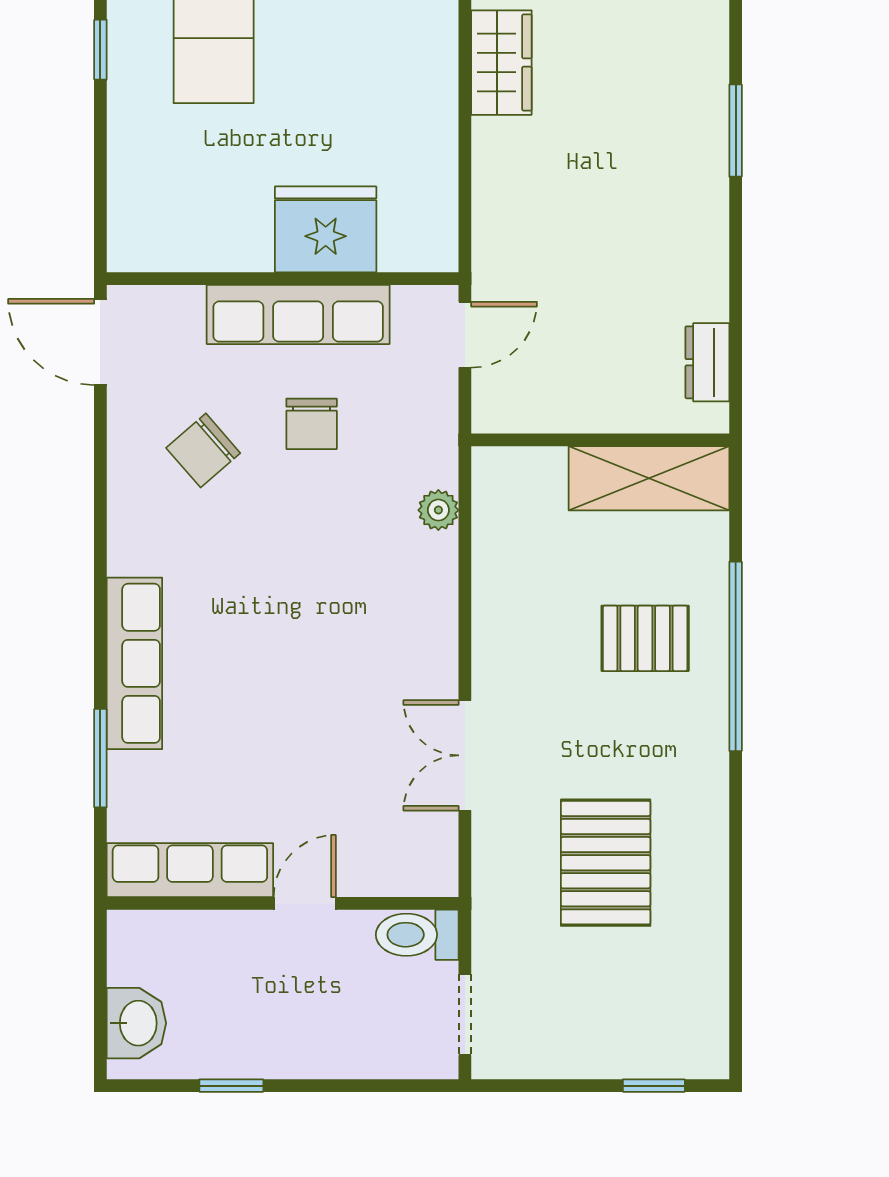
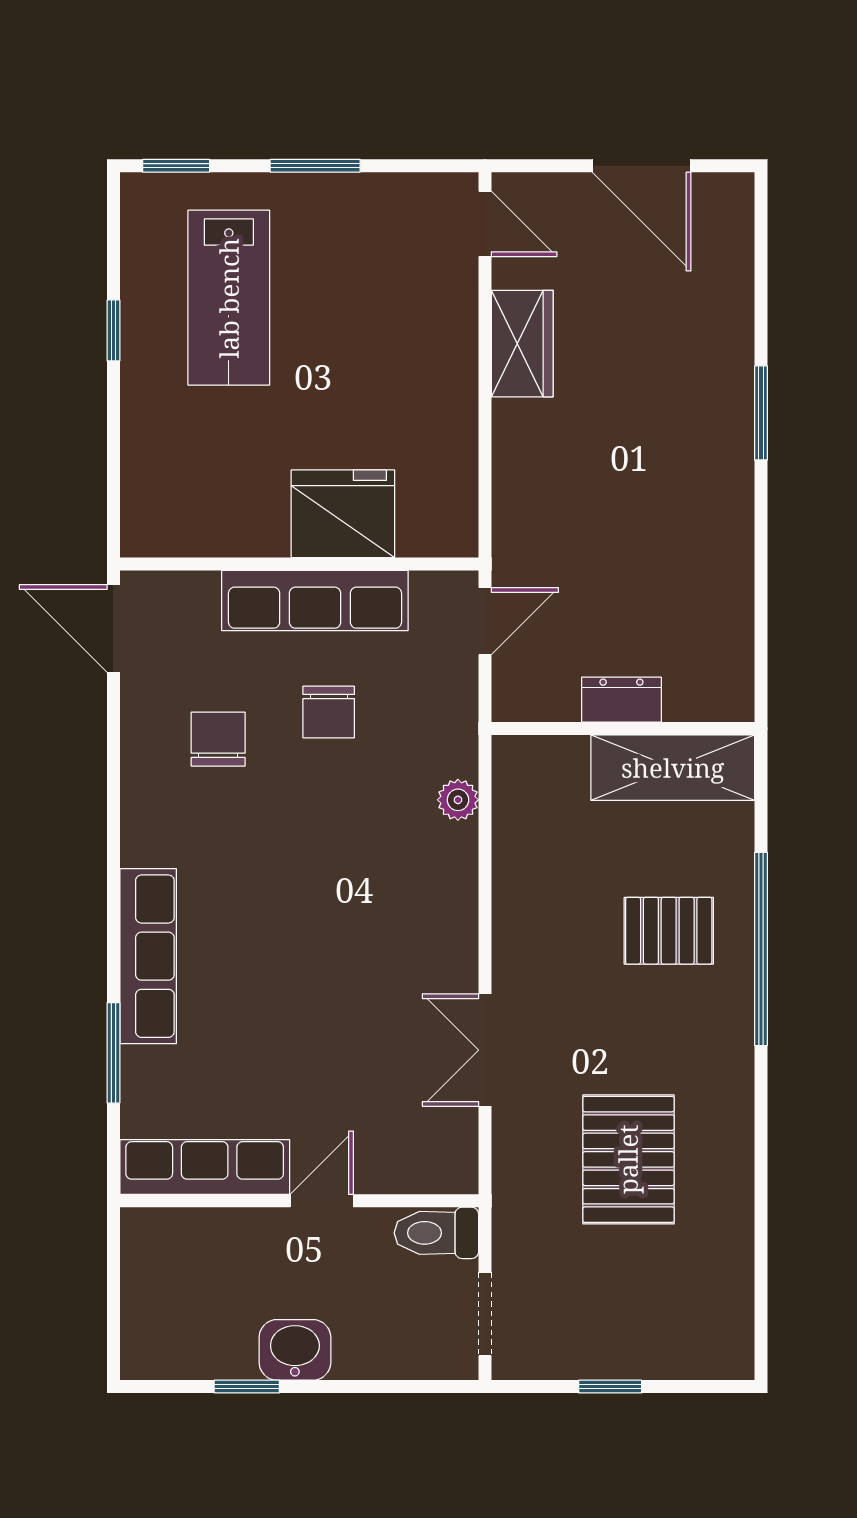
dresser: (707, 362) -> (621, 700), moved, turned 90
chair: (203, 450) -> (218, 739), turned 131
washbasin: (136, 1023) -> (295, 1350), moved, turned -90
window: (654, 1086) -> (610, 1387), moved

